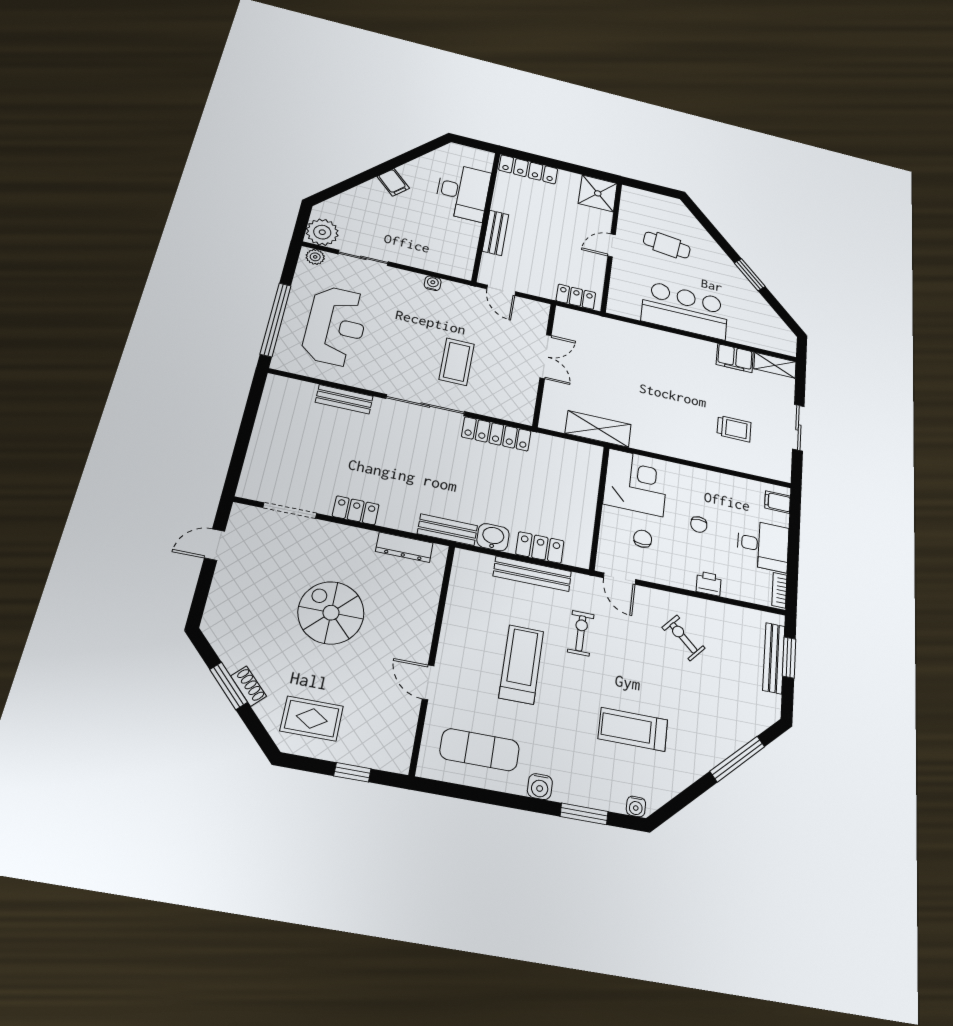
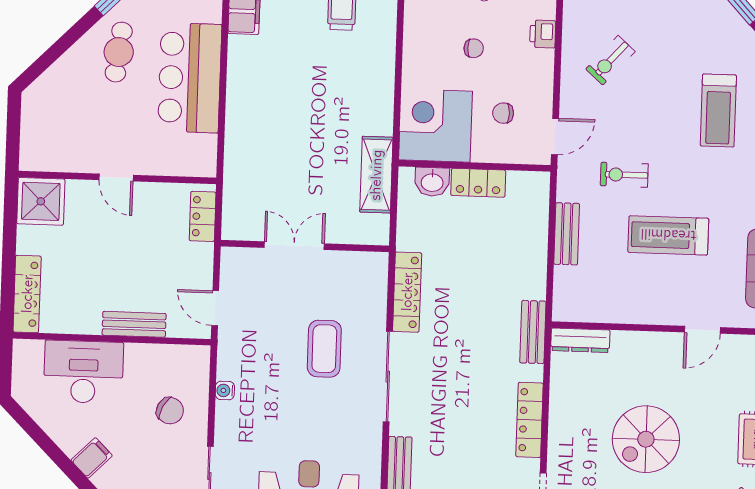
chair: (422, 242) -> (170, 411), added
cafe table: (667, 245) -> (119, 52), moved
door: (501, 290) -> (215, 308), swing flipped
coffee table: (457, 362) -> (324, 349), turned 90
locker: (356, 510) -> (529, 420), width x1.53
washbasin: (493, 537) -> (432, 182), moved, turned -90
dresser: (404, 547) -> (580, 340), moved, turned 90
locker: (540, 547) -> (478, 183), moved, turned -90
bench: (532, 574) -> (567, 234), width x0.73

